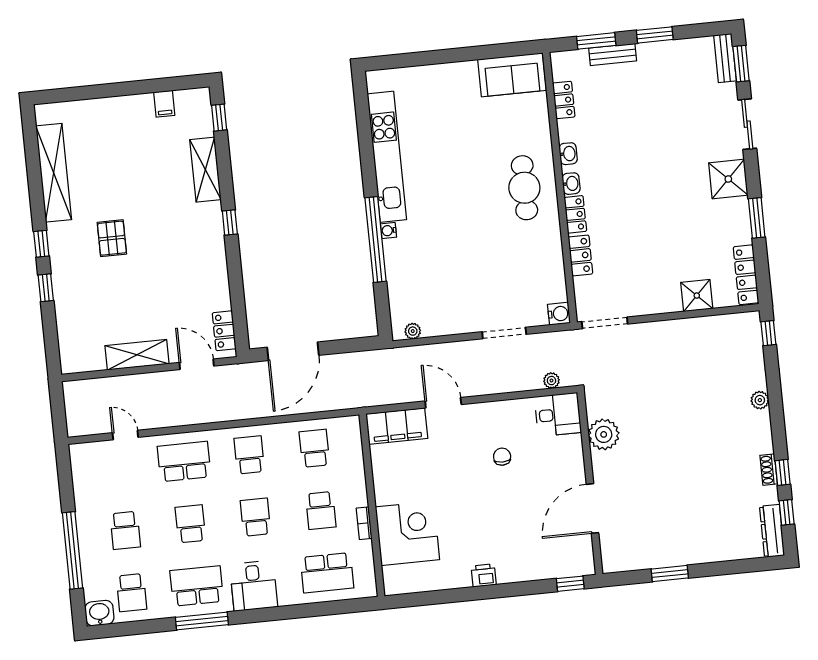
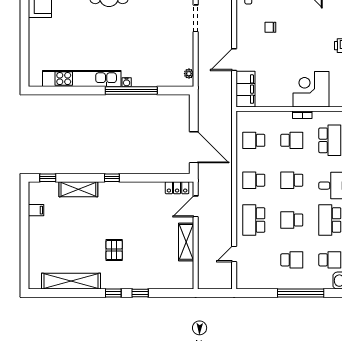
pallet: (112, 238) -> (114, 250), turned 90

